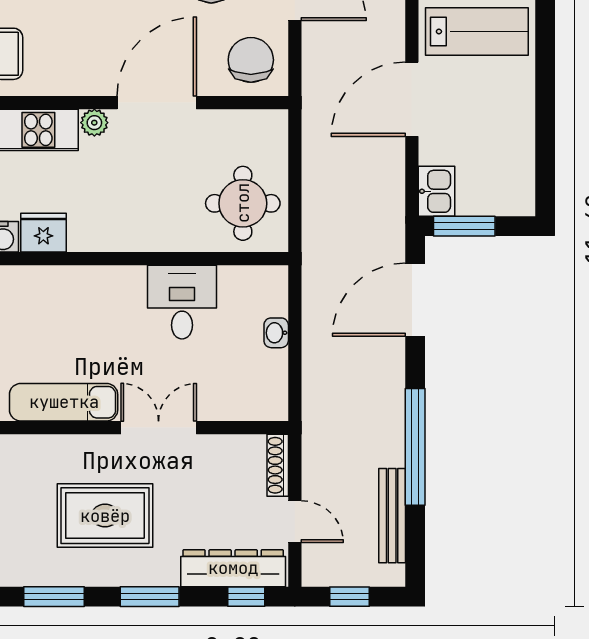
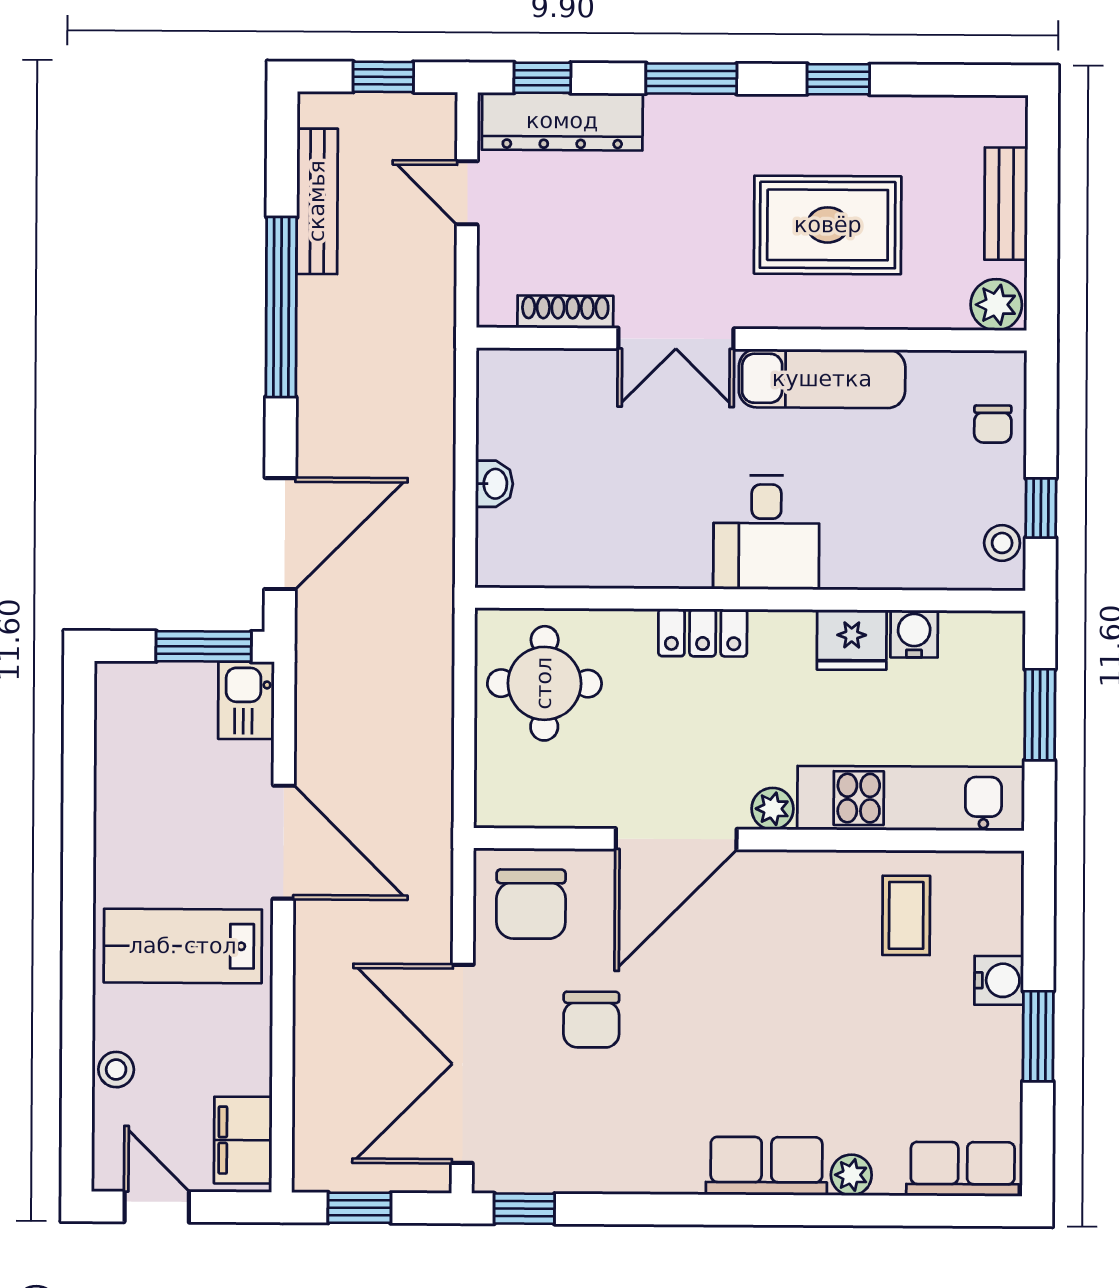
door: (412, 99) -> (283, 842), hinge flipped
locker: (140, 237) -> (703, 633), added
desk: (182, 302) -> (766, 532), moved
shoe rack: (278, 465) -> (565, 312), moved, turned -90
rug: (105, 516) -> (828, 225), moved
window: (54, 597) -> (838, 79), width x0.67

